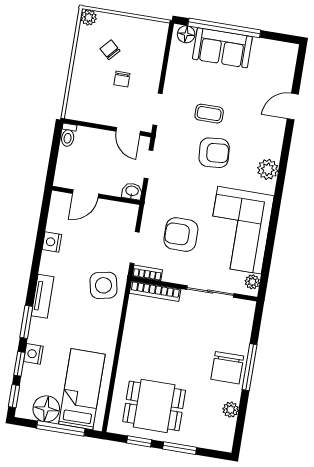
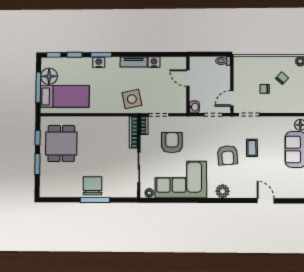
tv unit: (43, 296) -> (134, 62), moved
nightstand: (33, 354) -> (99, 62), moved
chair: (227, 368) -> (92, 186), turned 90
plant: (231, 410) -> (66, 192), removed

